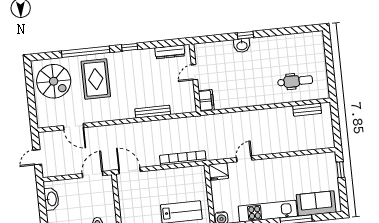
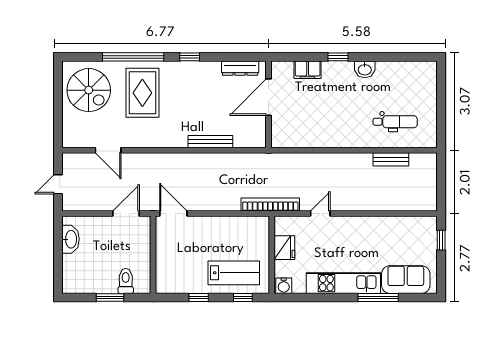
washbasin: (242, 45) -> (365, 69), moved
door: (194, 72) -> (269, 97), width x1.87
filing cabinet: (206, 100) -> (308, 70), moved, turned 90
bench: (307, 110) -> (391, 159), moved
bookcase: (183, 158) -> (270, 205), moved
fridge: (218, 171) -> (284, 248), moved, turned -90

